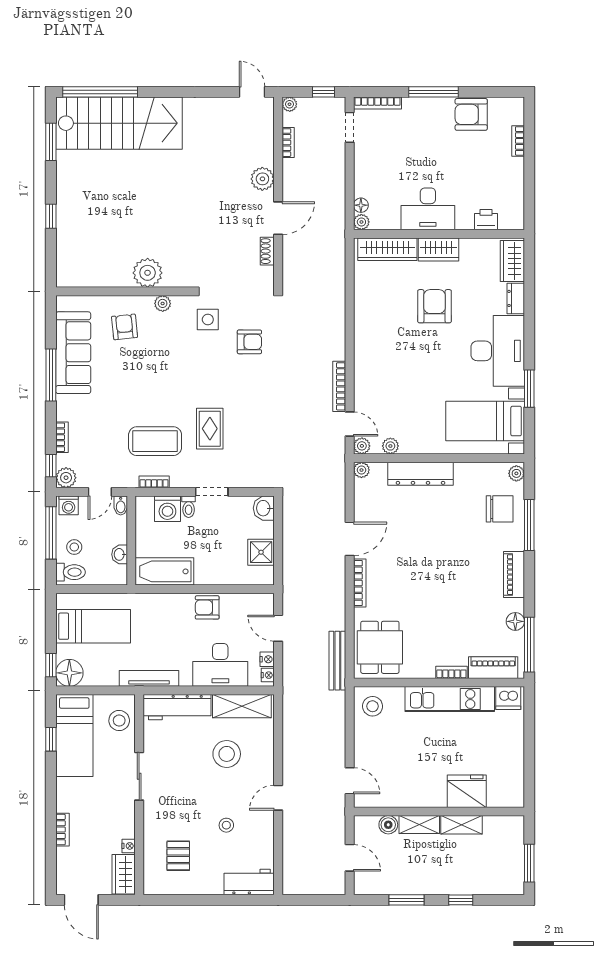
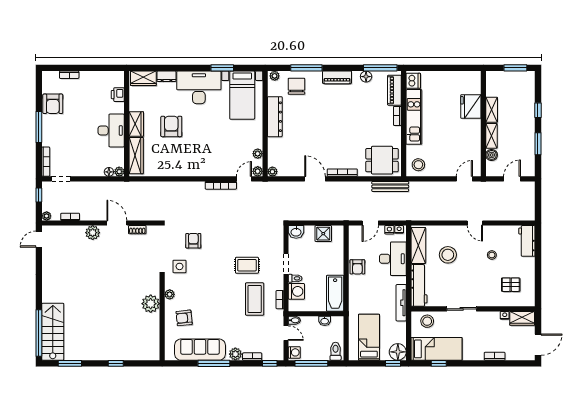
stairs: (119, 123) -> (53, 332), width x0.73, depth x0.66
armchair: (434, 306) -> (171, 126), turned 90
dresser: (420, 474) -> (275, 117), moved
plant: (66, 478) -> (235, 354), moved
stool: (74, 547) -> (320, 349), removed

